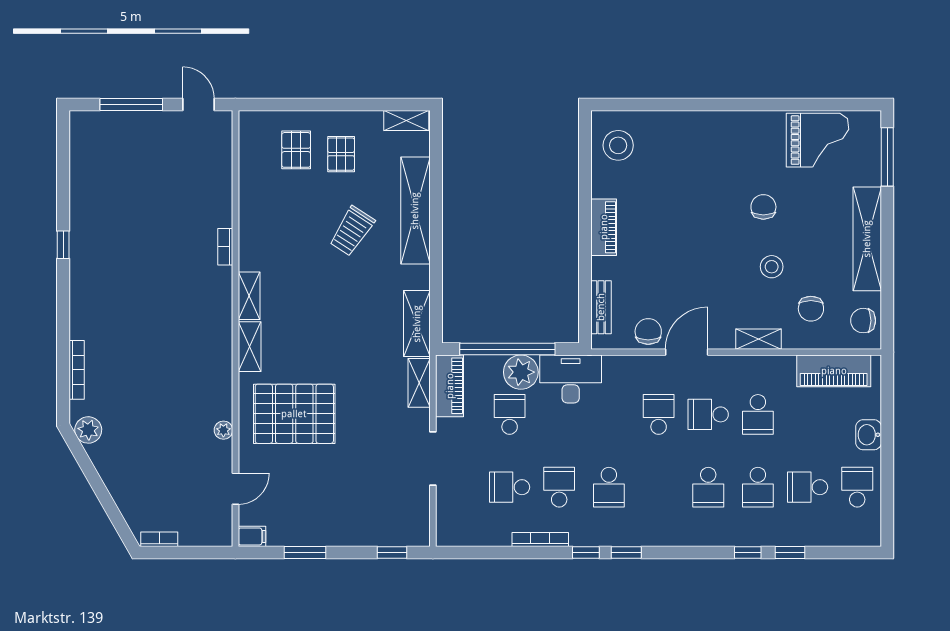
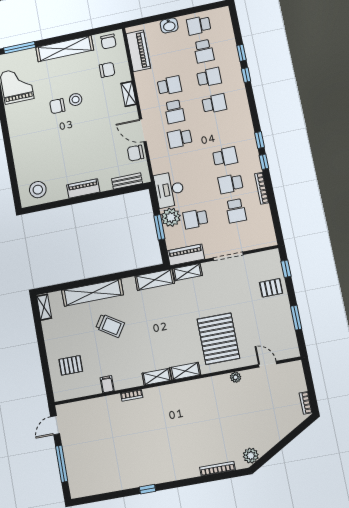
pallet: (341, 154) -> (271, 288), moved
stool: (772, 267) -> (76, 100), moved
window: (507, 349) -> (159, 227), width x0.47
filing cabinet: (252, 536) -> (107, 384), moved

